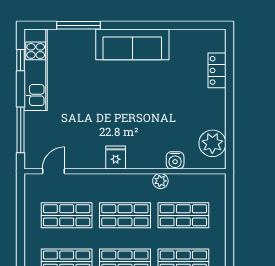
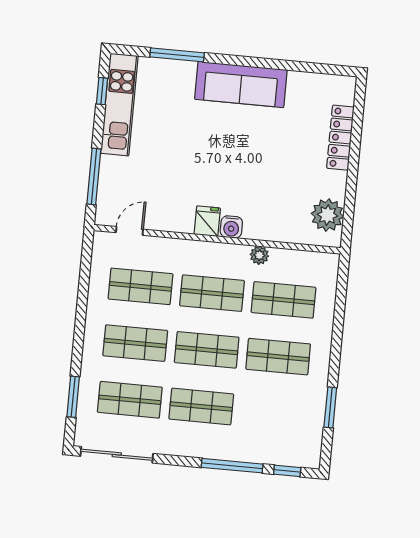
locker: (217, 70) -> (340, 138), width x1.53
water cooler: (175, 160) -> (231, 227), moved

